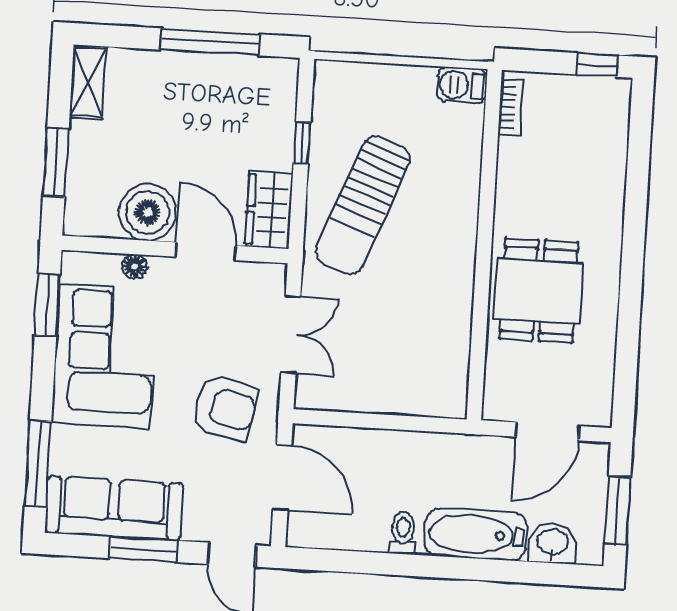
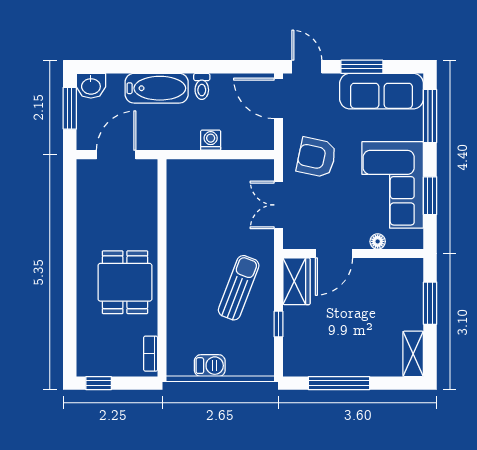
barbecue: (462, 85) -> (210, 366), moved
sun lounger: (363, 205) -> (239, 288), width x0.73, depth x0.75
boiler: (148, 212) -> (371, 275), removed
door: (206, 251) -> (334, 253), hinge flipped
dining table: (539, 290) -> (125, 282), moved
window: (47, 305) -> (430, 196), moved
washing machine: (394, 446) -> (211, 140), added
door: (282, 478) -> (278, 98), moved
washbasin: (553, 543) -> (91, 86), moved

